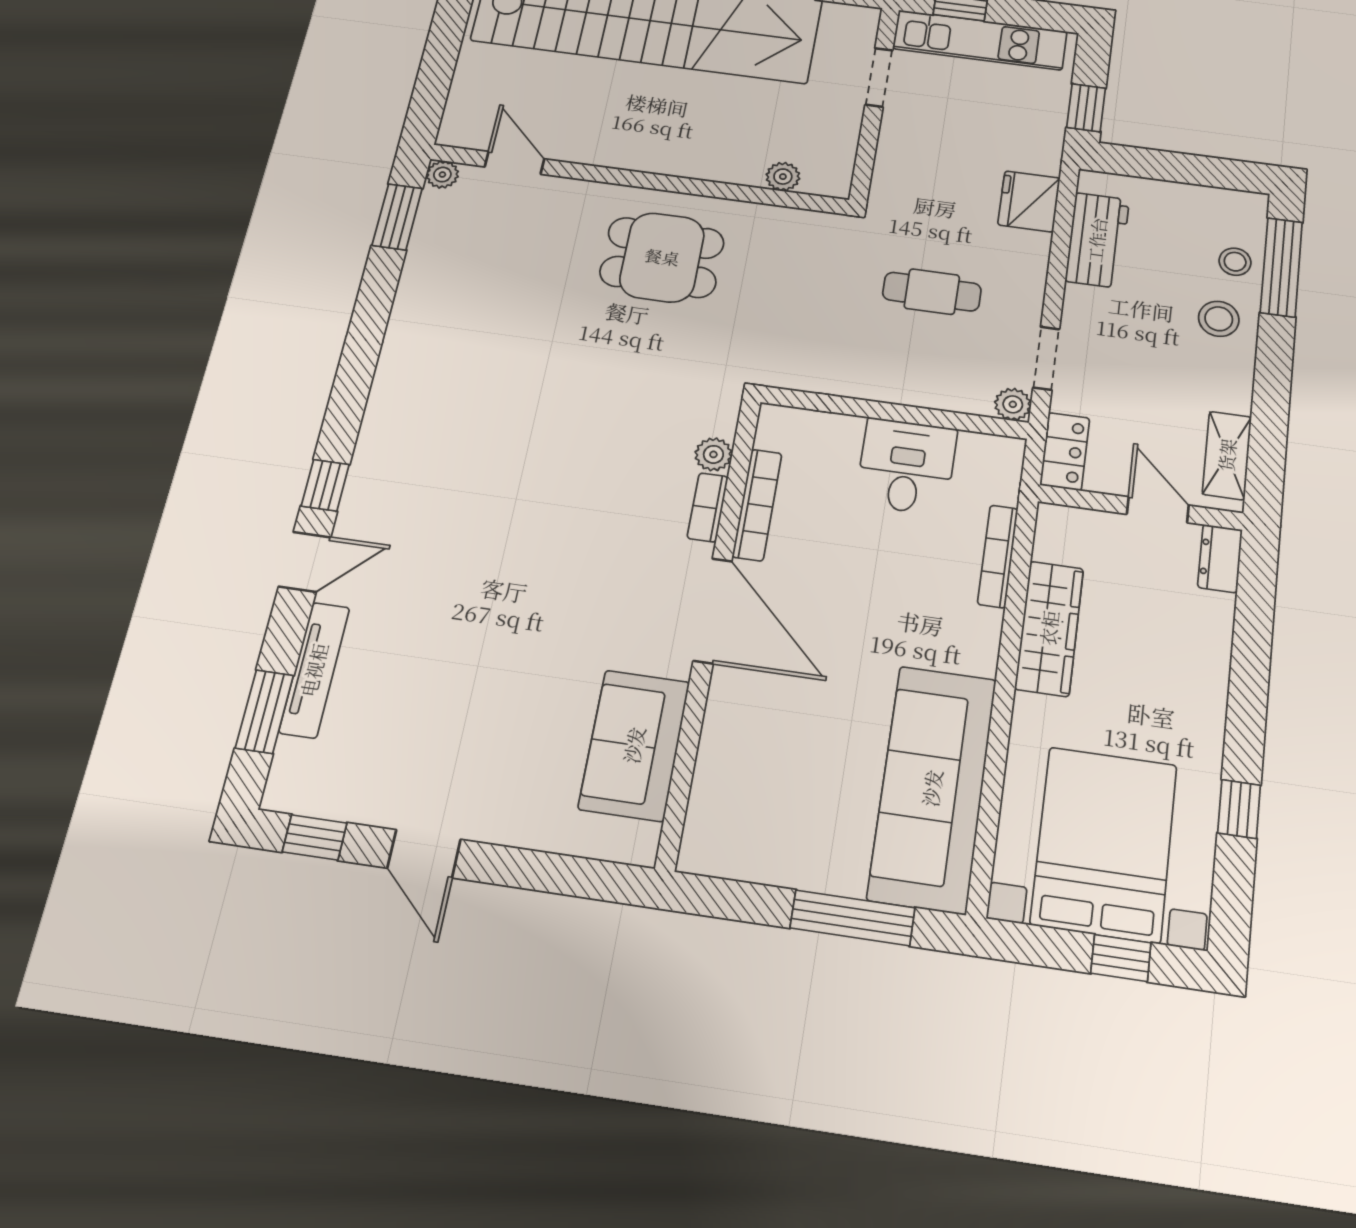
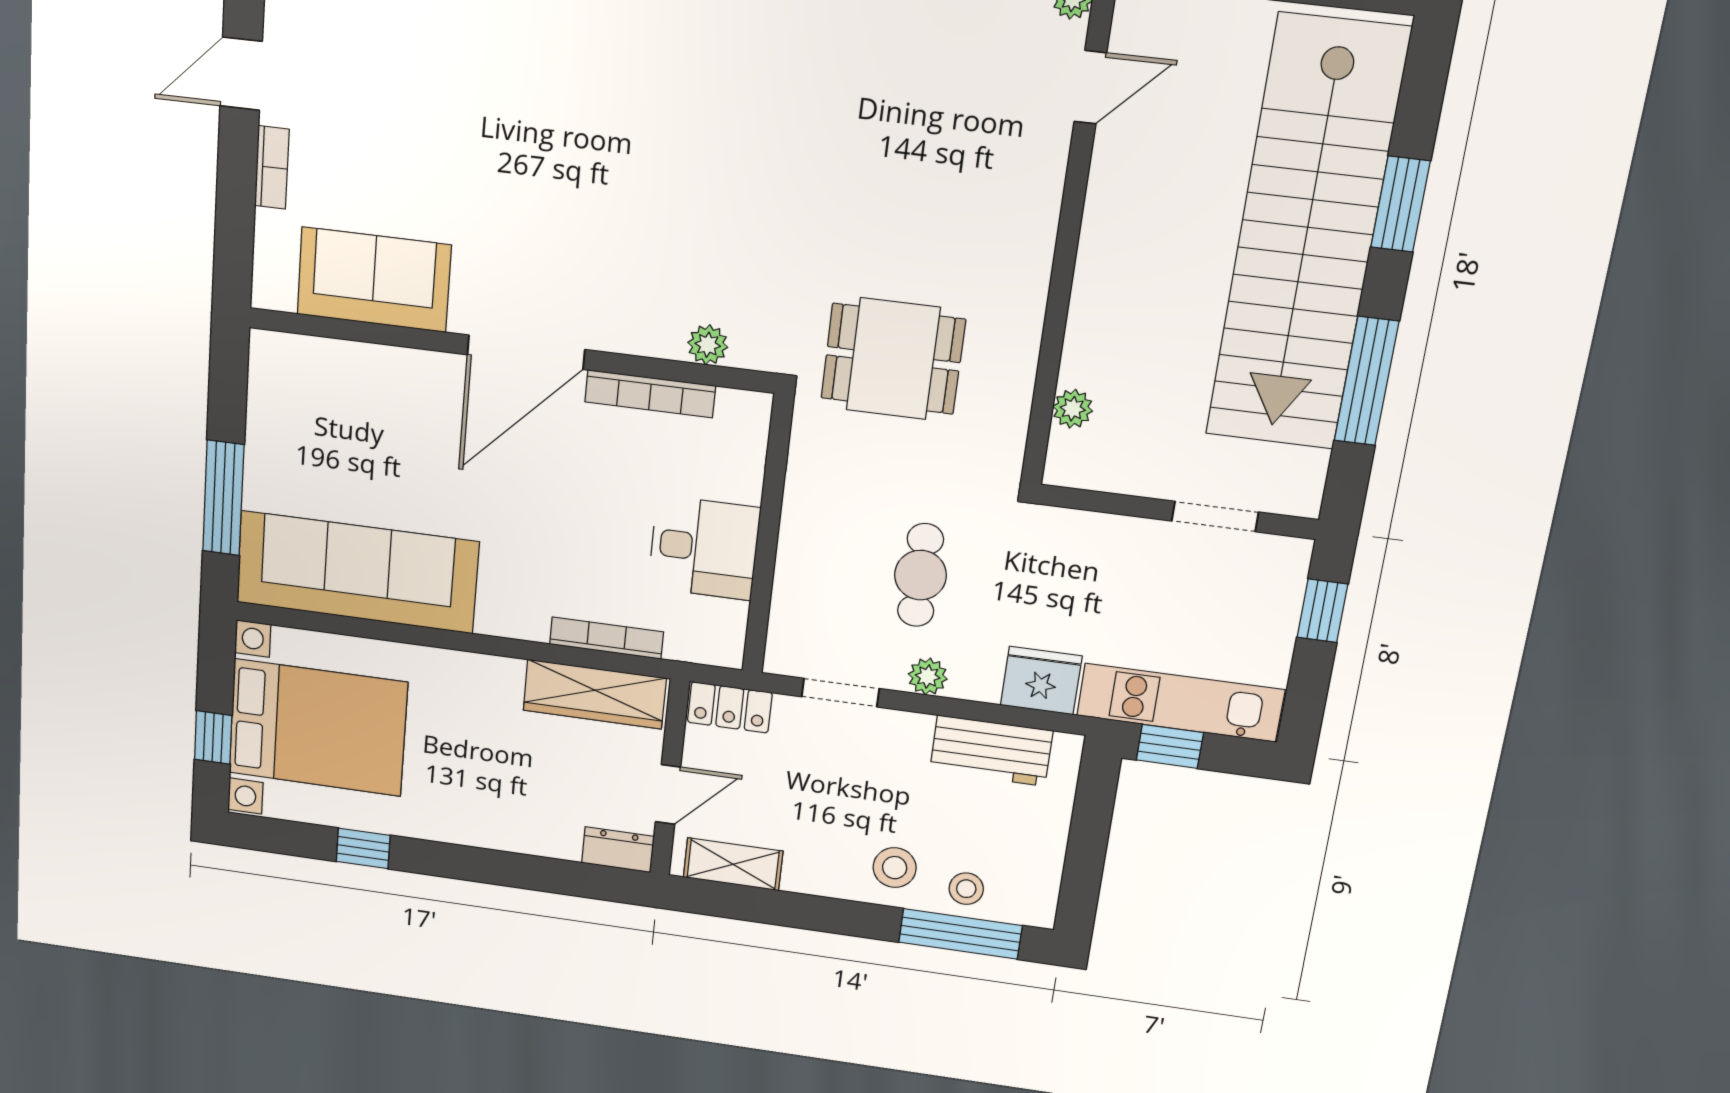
kitchen unit: (980, 40) -> (1180, 703), moved, turned 90
dining table: (662, 257) -> (893, 359), moved, turned 90
plant: (1013, 404) -> (928, 676), moved
bookcase: (708, 507) -> (272, 167), moved, turned 90
wardrobe: (1049, 628) -> (595, 694), moved

